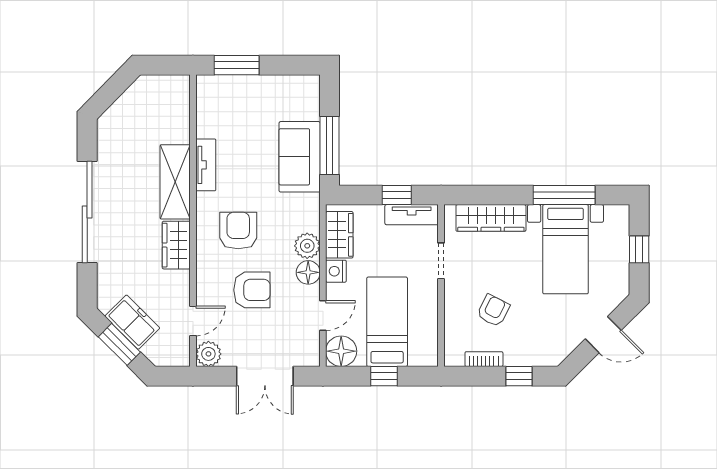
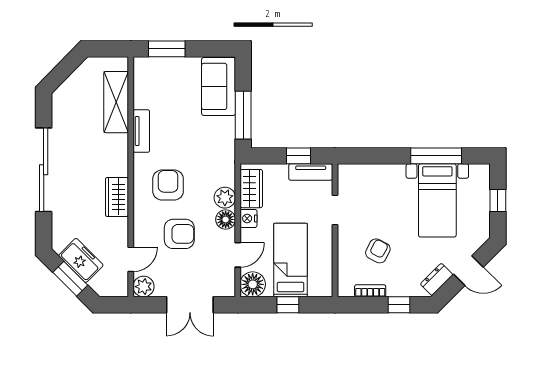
sofa: (300, 157) -> (219, 86), moved
shelving: (175, 182) -> (116, 102), moved
wardrobe: (491, 218) -> (376, 175), removed
dresser: (565, 345) -> (437, 279), added

